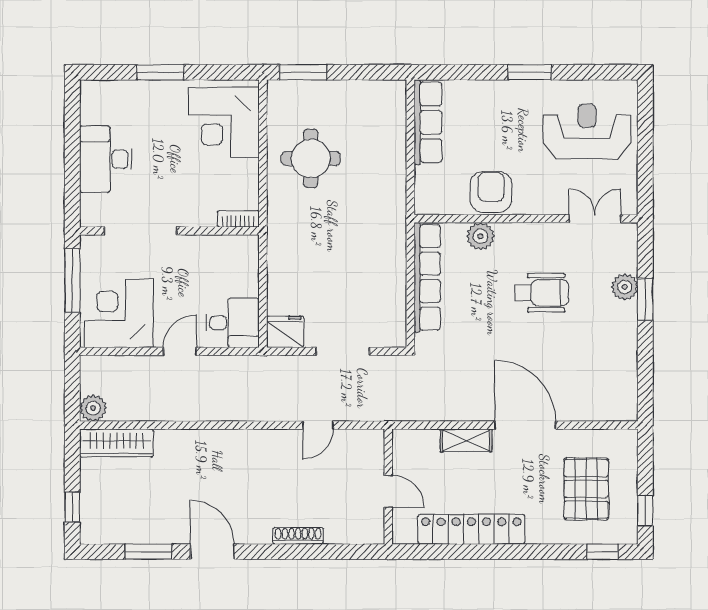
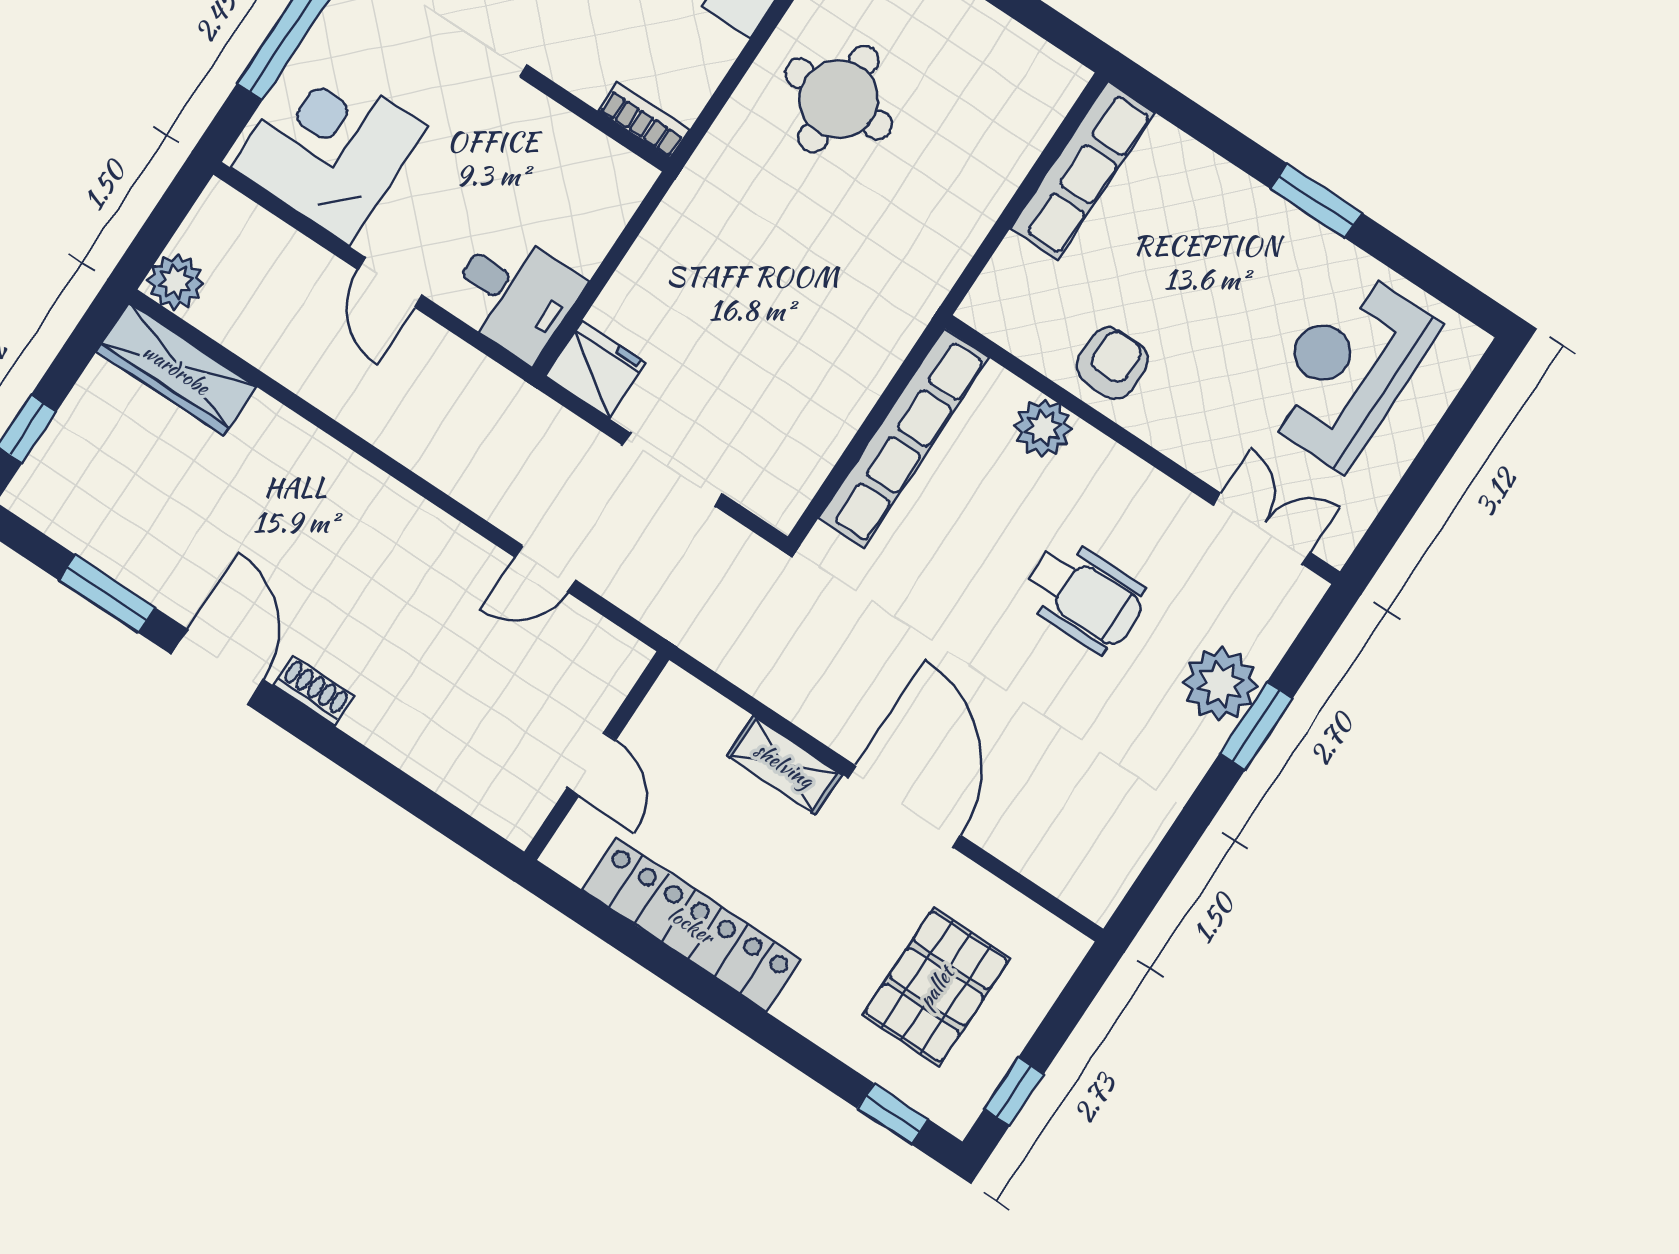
reception desk: (587, 132) -> (1347, 369), turned -90
armchair: (491, 192) -> (1112, 363), width x0.72, depth x0.72
plant: (625, 287) -> (1221, 684), width x1.36, depth x1.36
door: (180, 351) -> (390, 283), swing flipped
shoe rack: (298, 536) -> (314, 691), moved, width x0.70

